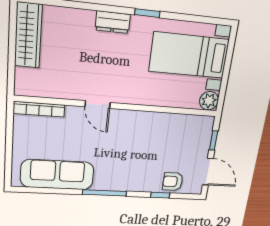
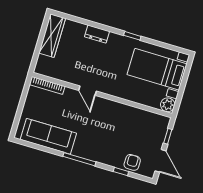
dresser: (113, 22) -> (97, 34), moved
armchair: (173, 182) -> (132, 162), turned 90

